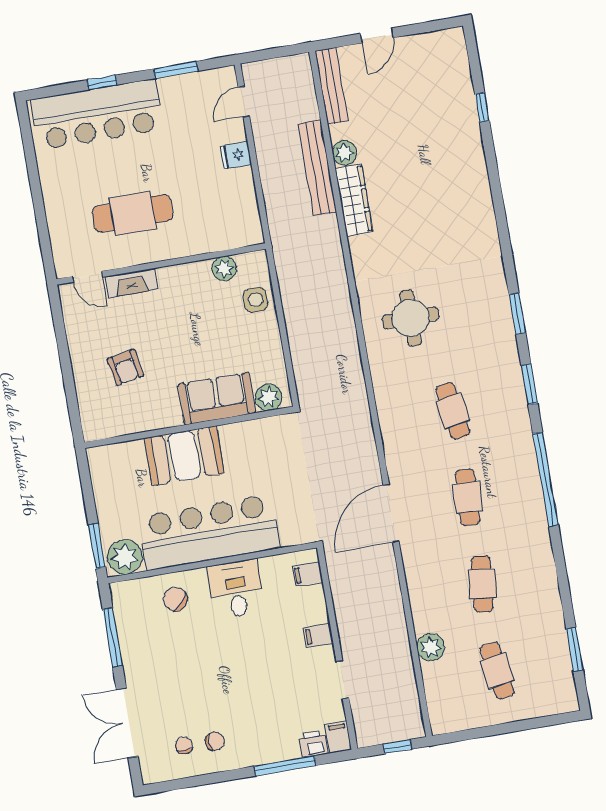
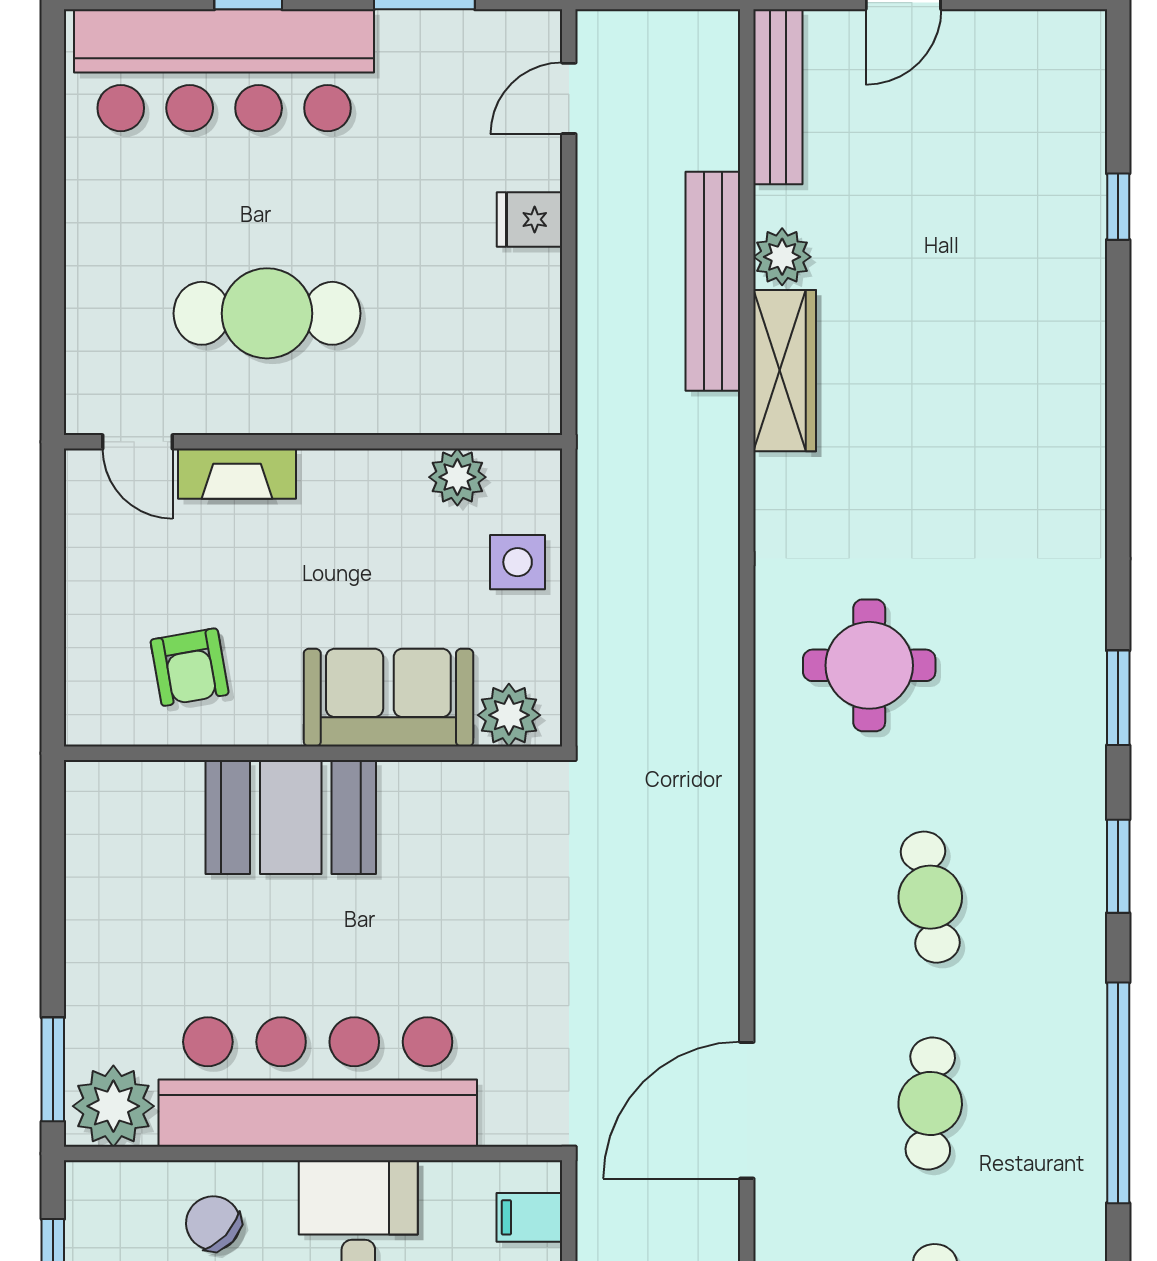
plant: (269, 397) -> (509, 715), moved
sofa: (217, 399) -> (388, 698), moved
wall: (189, 427) -> (313, 753), moved
booth: (184, 456) -> (291, 817), moved

